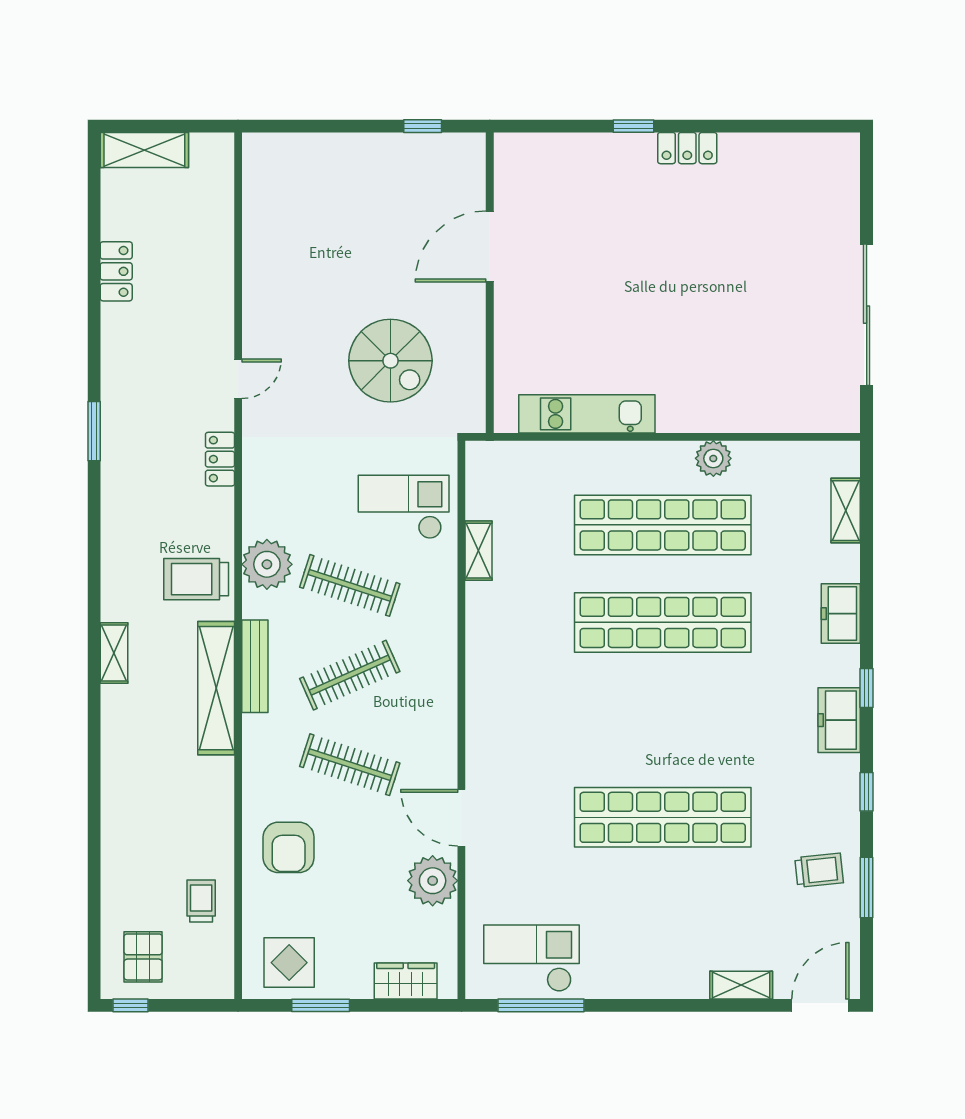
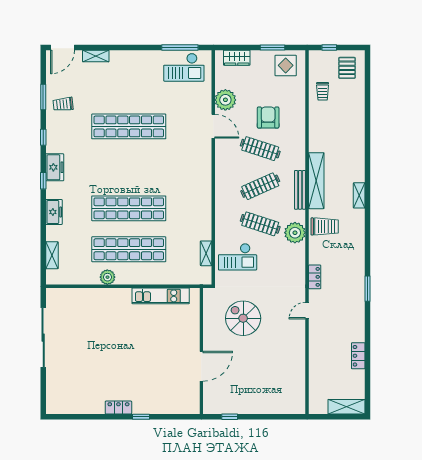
shelving: (479, 551) -> (206, 253), moved
armchair: (289, 847) -> (268, 117), moved
window: (131, 1005) -> (329, 47), moved

